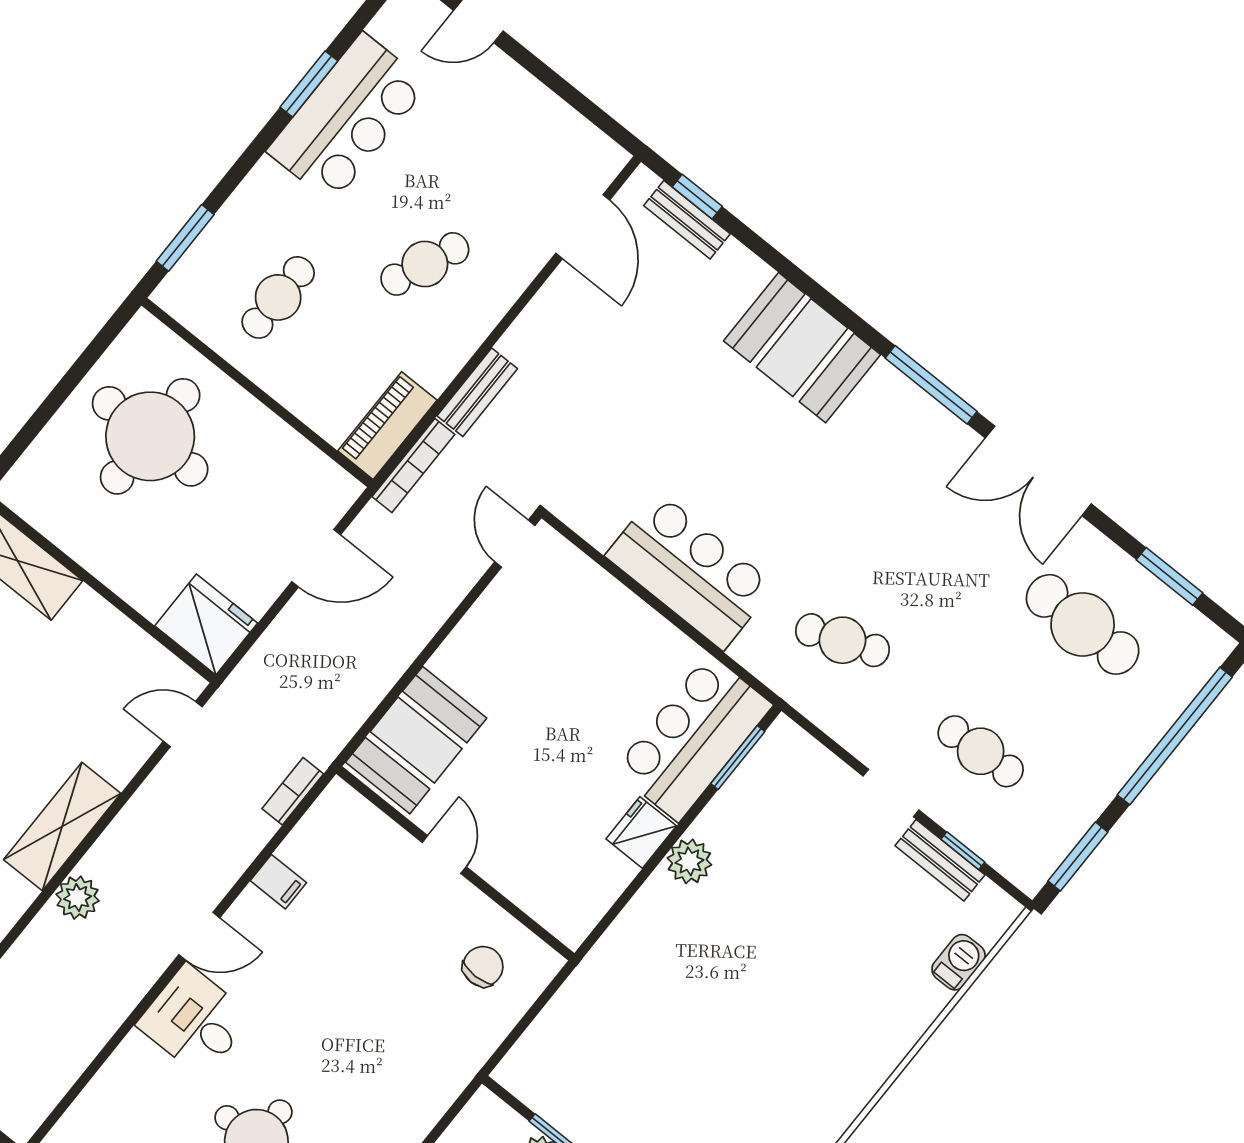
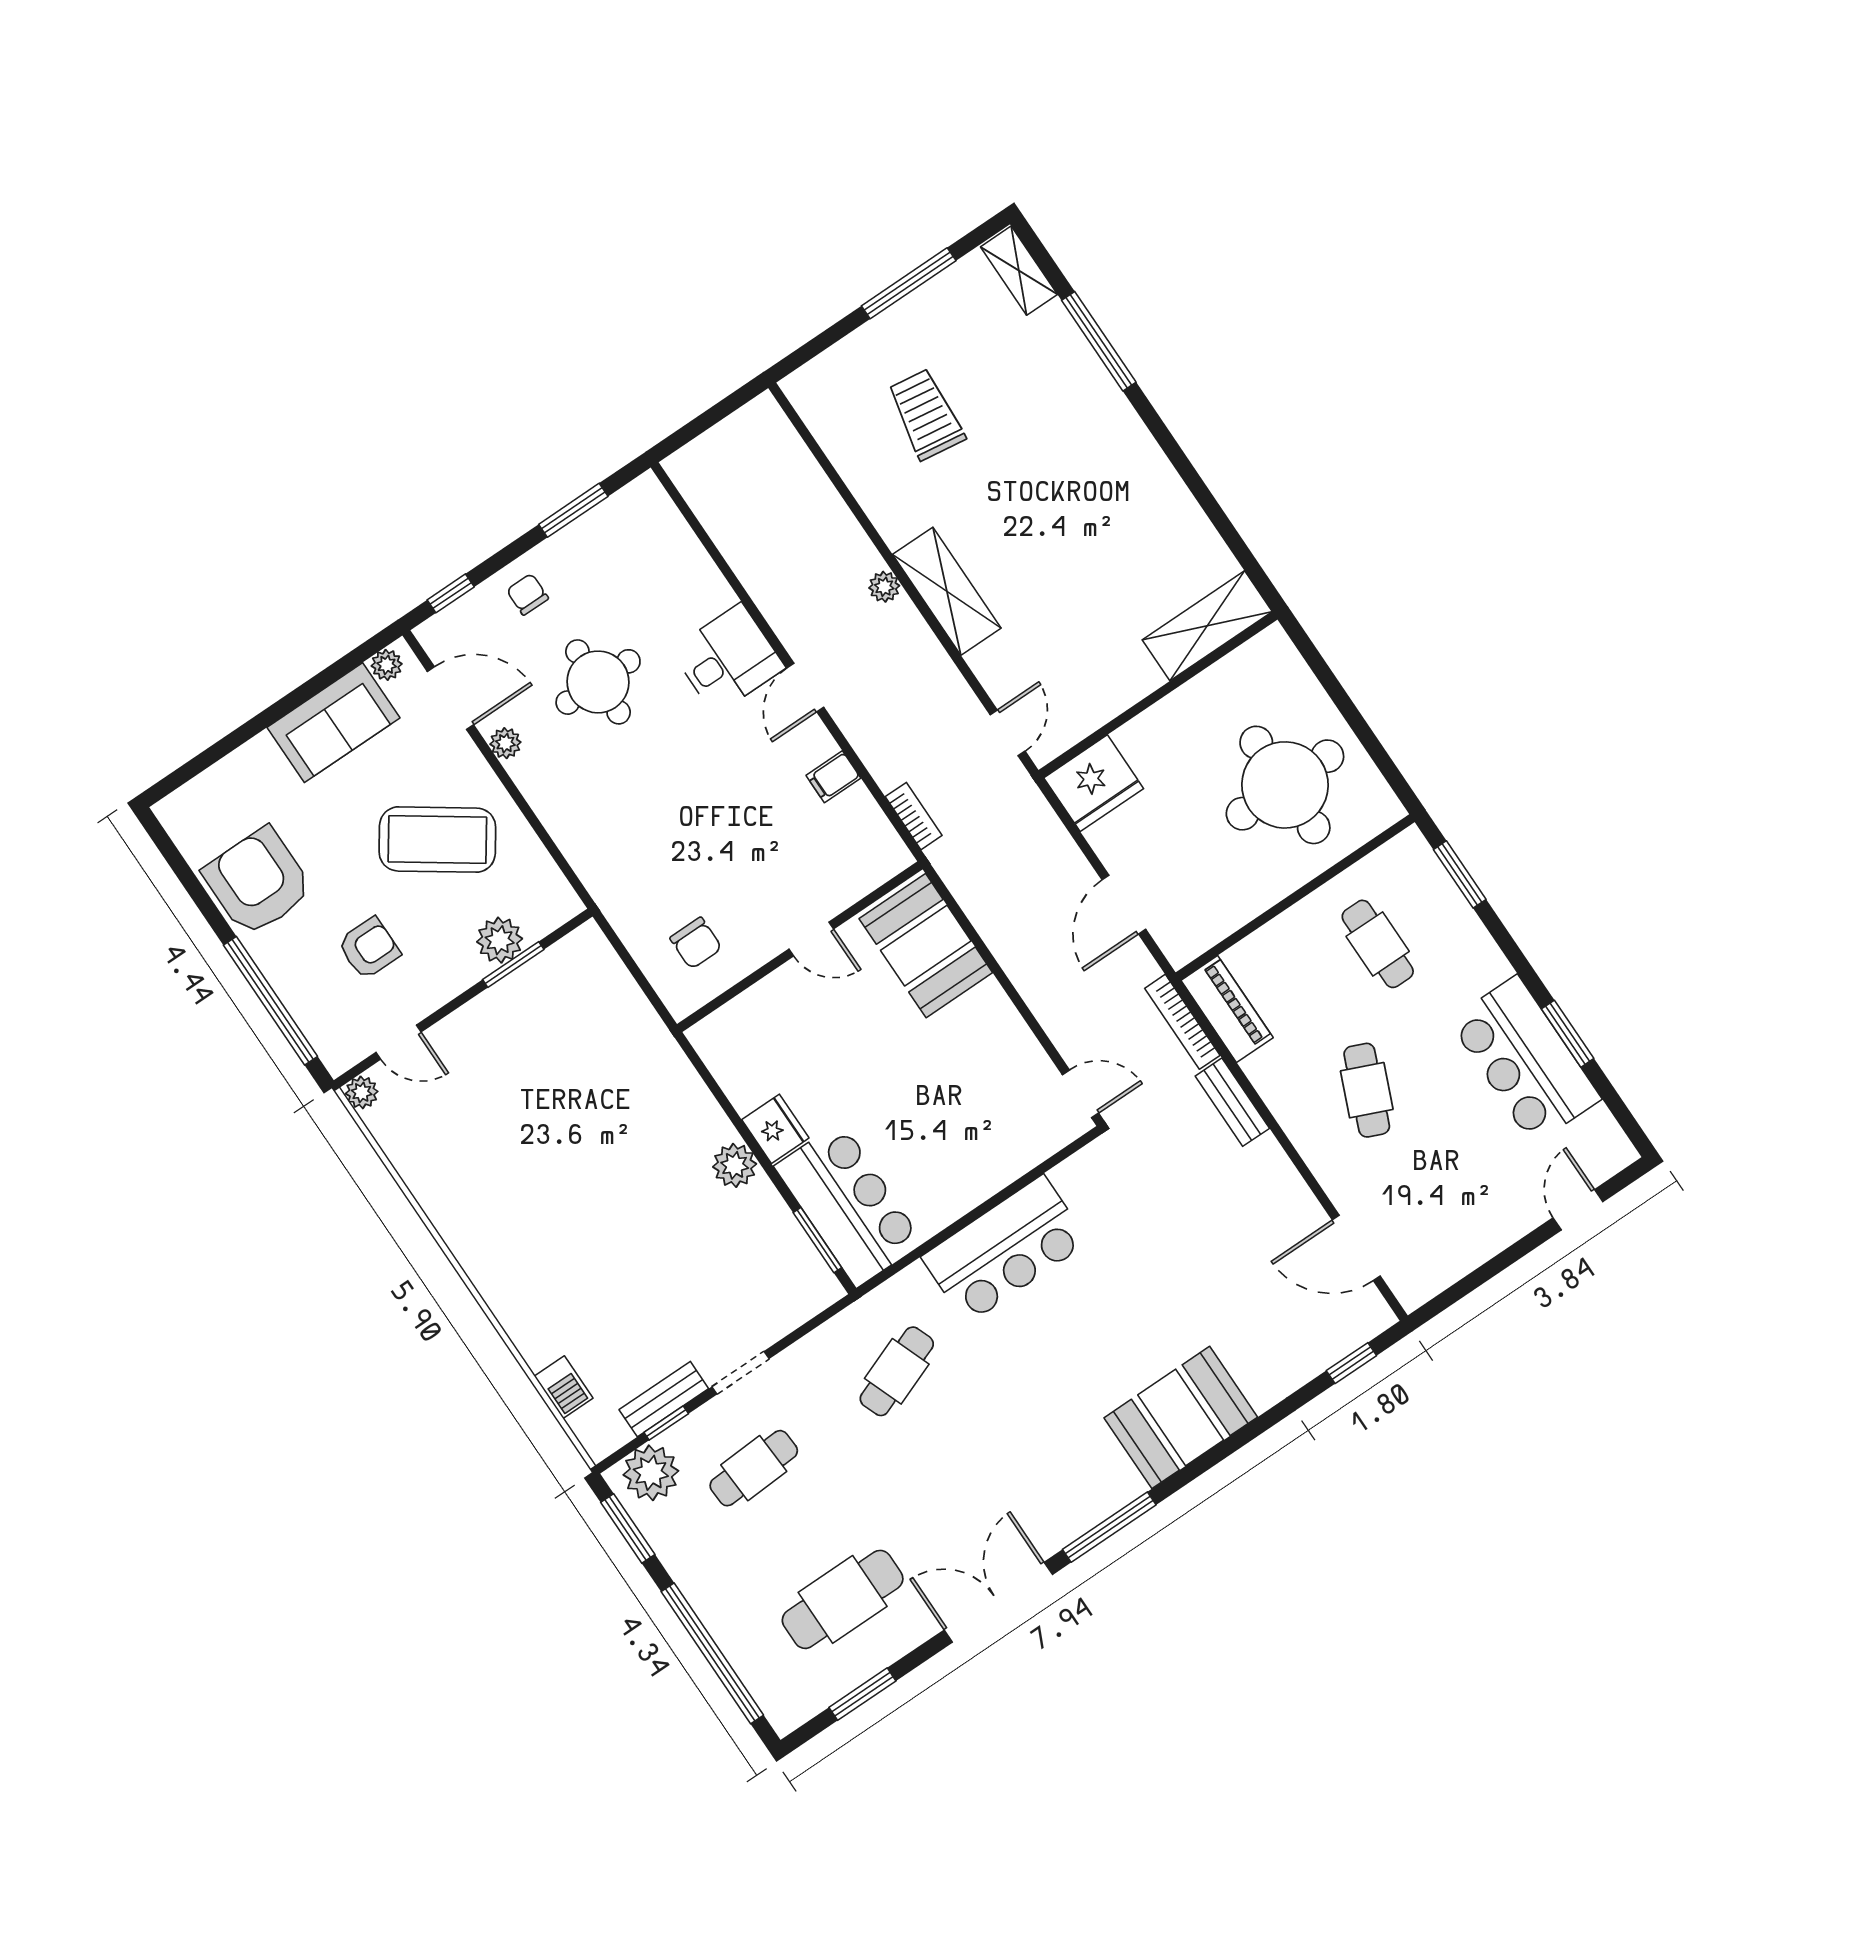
bench: (687, 220) -> (1333, 1347), removed
plant: (1016, 851) -> (651, 1473), added
plant: (78, 898) -> (884, 587), width x0.73, depth x0.73

